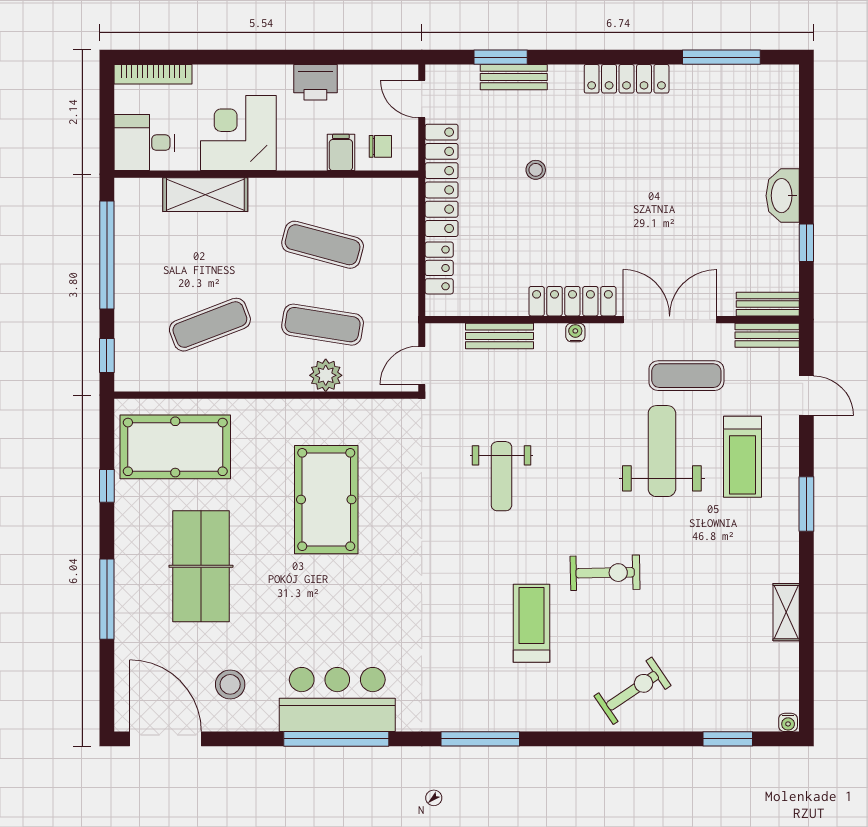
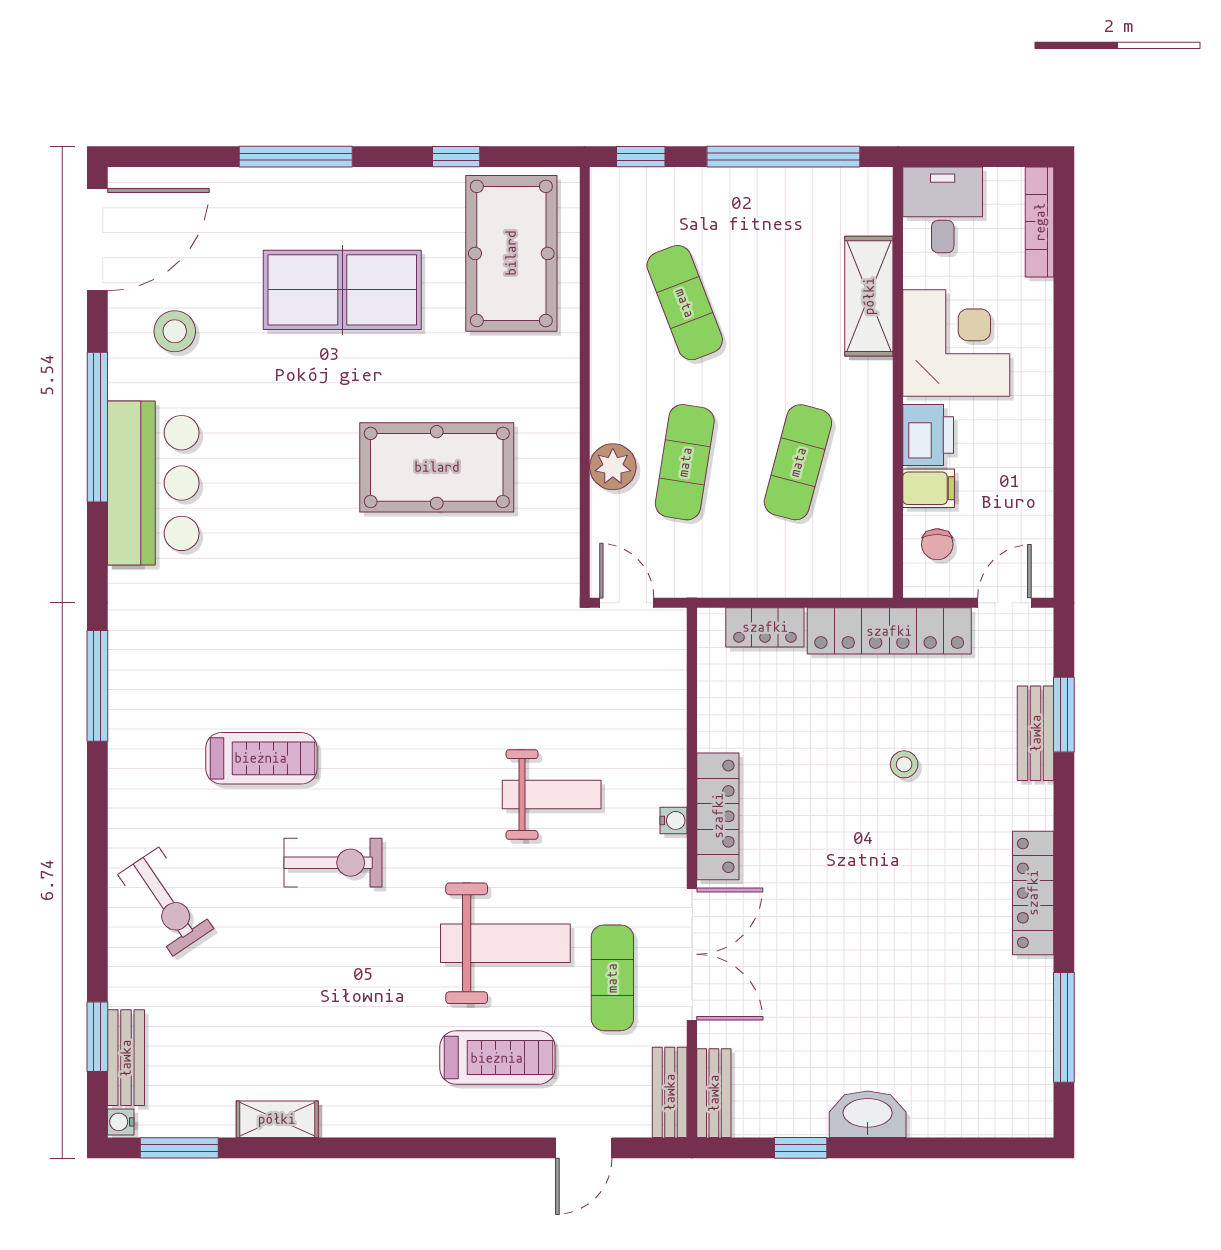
printer: (315, 82) -> (928, 435), moved, turned 180
bench: (499, 336) -> (126, 1058), moved
treadmill: (743, 457) -> (497, 1058), turned 180
weight bench: (501, 476) -> (552, 795), moved, turned 180
window: (806, 504) -> (179, 1148), moved
exercise bike: (605, 573) -> (333, 863), turned -89
window: (336, 739) -> (97, 427), moved

